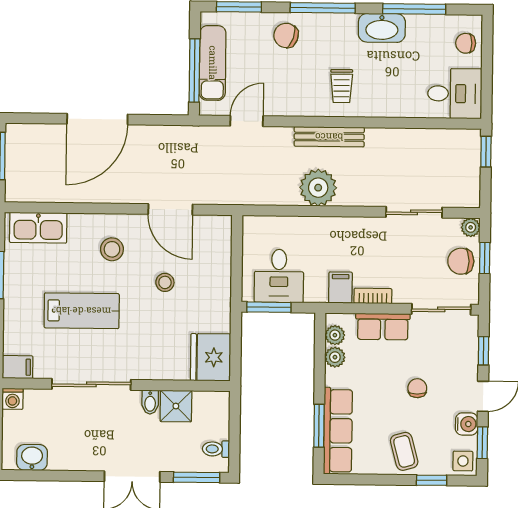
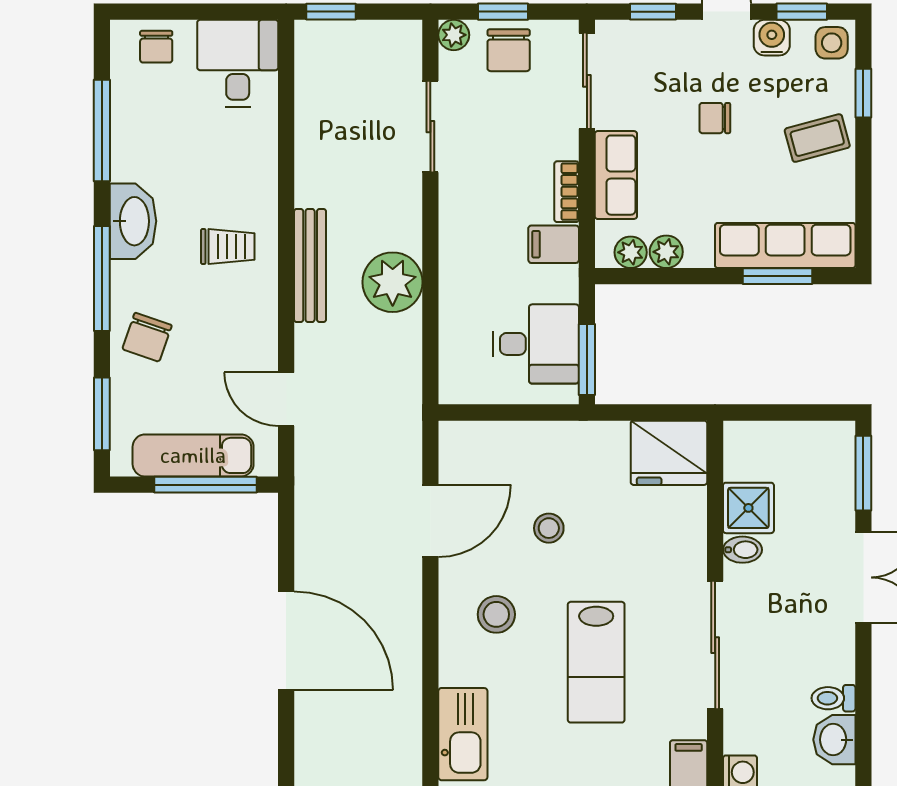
washbasin: (382, 28) -> (133, 221), moved
lab bench: (82, 311) -> (596, 662), turned 180
toilet: (216, 449) -> (834, 698), moved, turned 90

